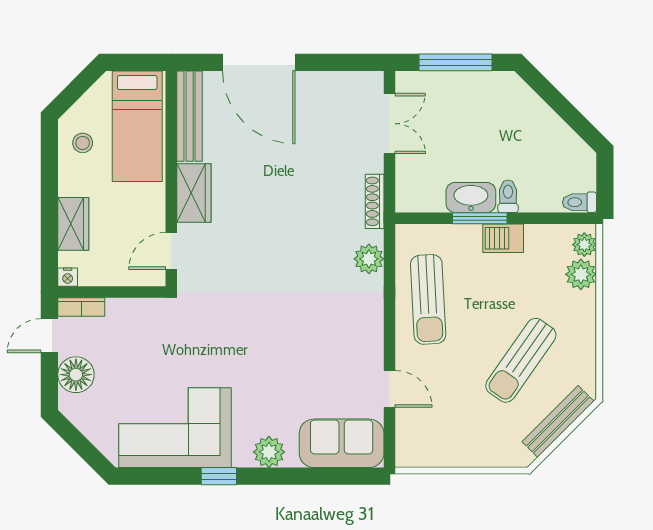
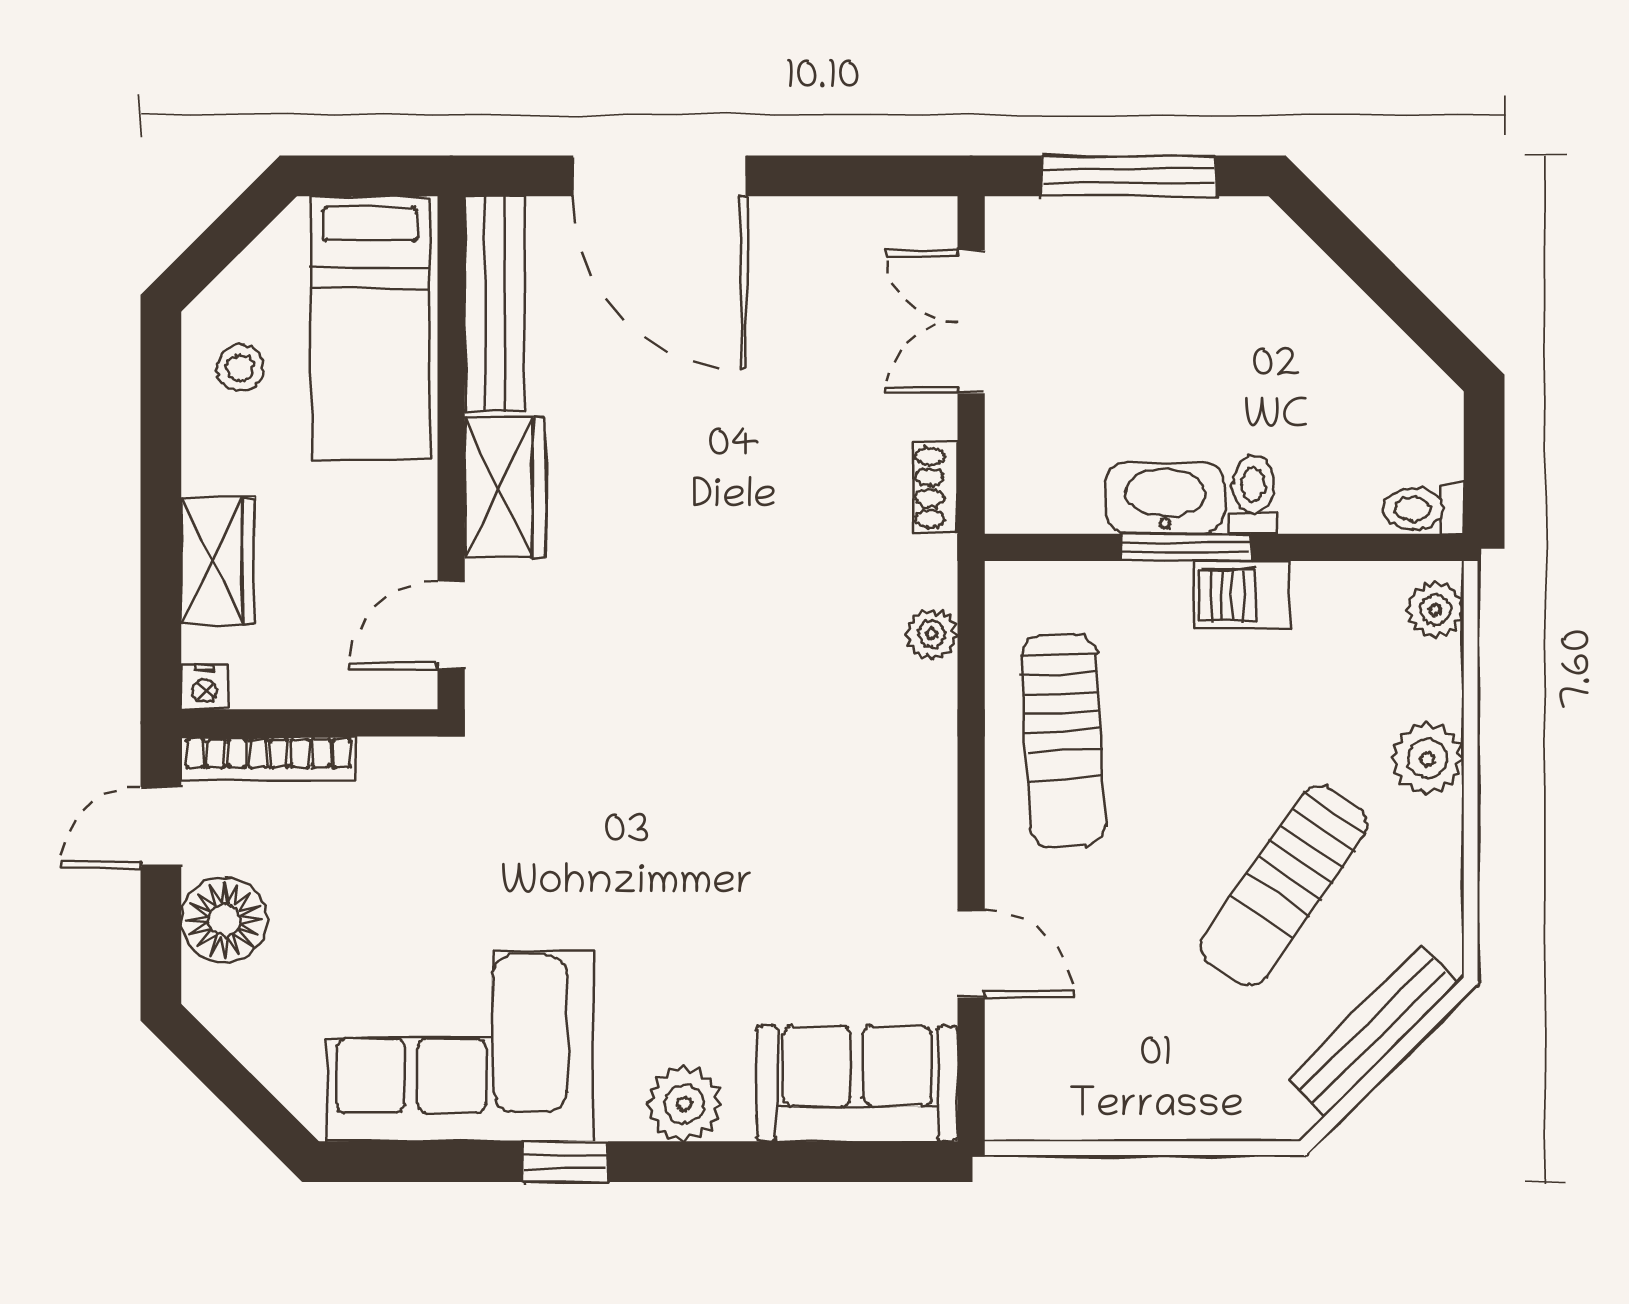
double door: (389, 124) -> (971, 322), swing flipped
shoe rack: (375, 201) -> (936, 488), width x0.70
plant: (369, 259) -> (932, 634), width x0.73, depth x0.73
plant: (581, 274) -> (1427, 759), moved
bookcase: (81, 307) -> (268, 759), width x1.56

